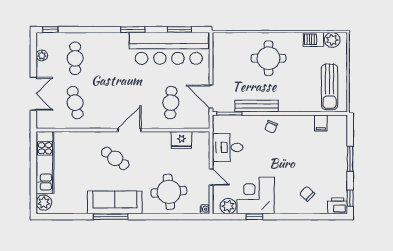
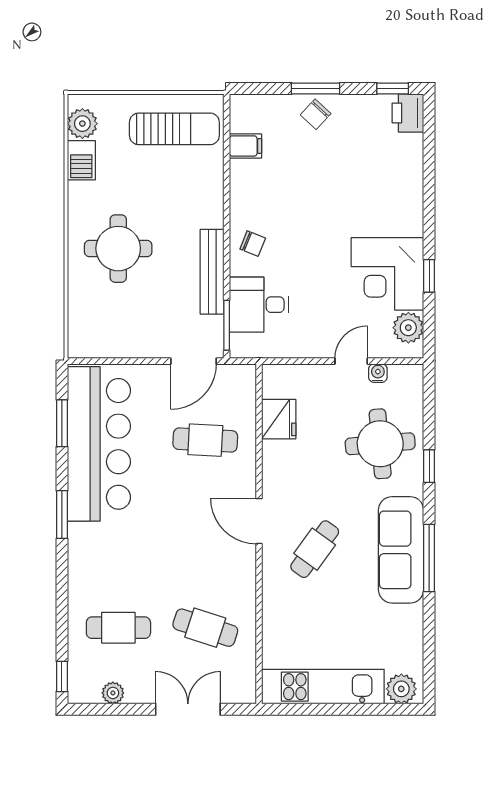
cafe table: (75, 103) -> (205, 628), turned 30
desk: (228, 147) -> (259, 305), moved, turned 90
chair: (307, 194) -> (316, 114), moved
water cooler: (205, 209) -> (378, 373), moved
window: (158, 217) -> (429, 466), added

